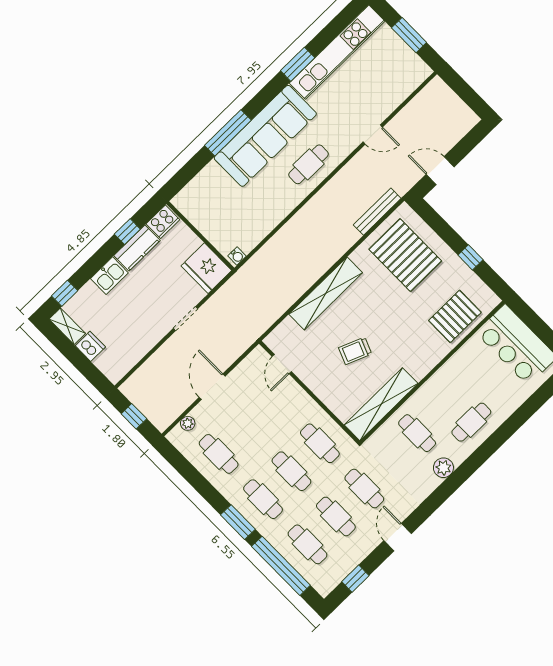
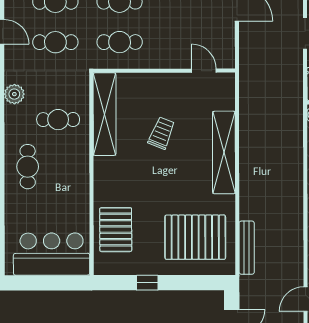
plant: (443, 468) -> (14, 94), moved

